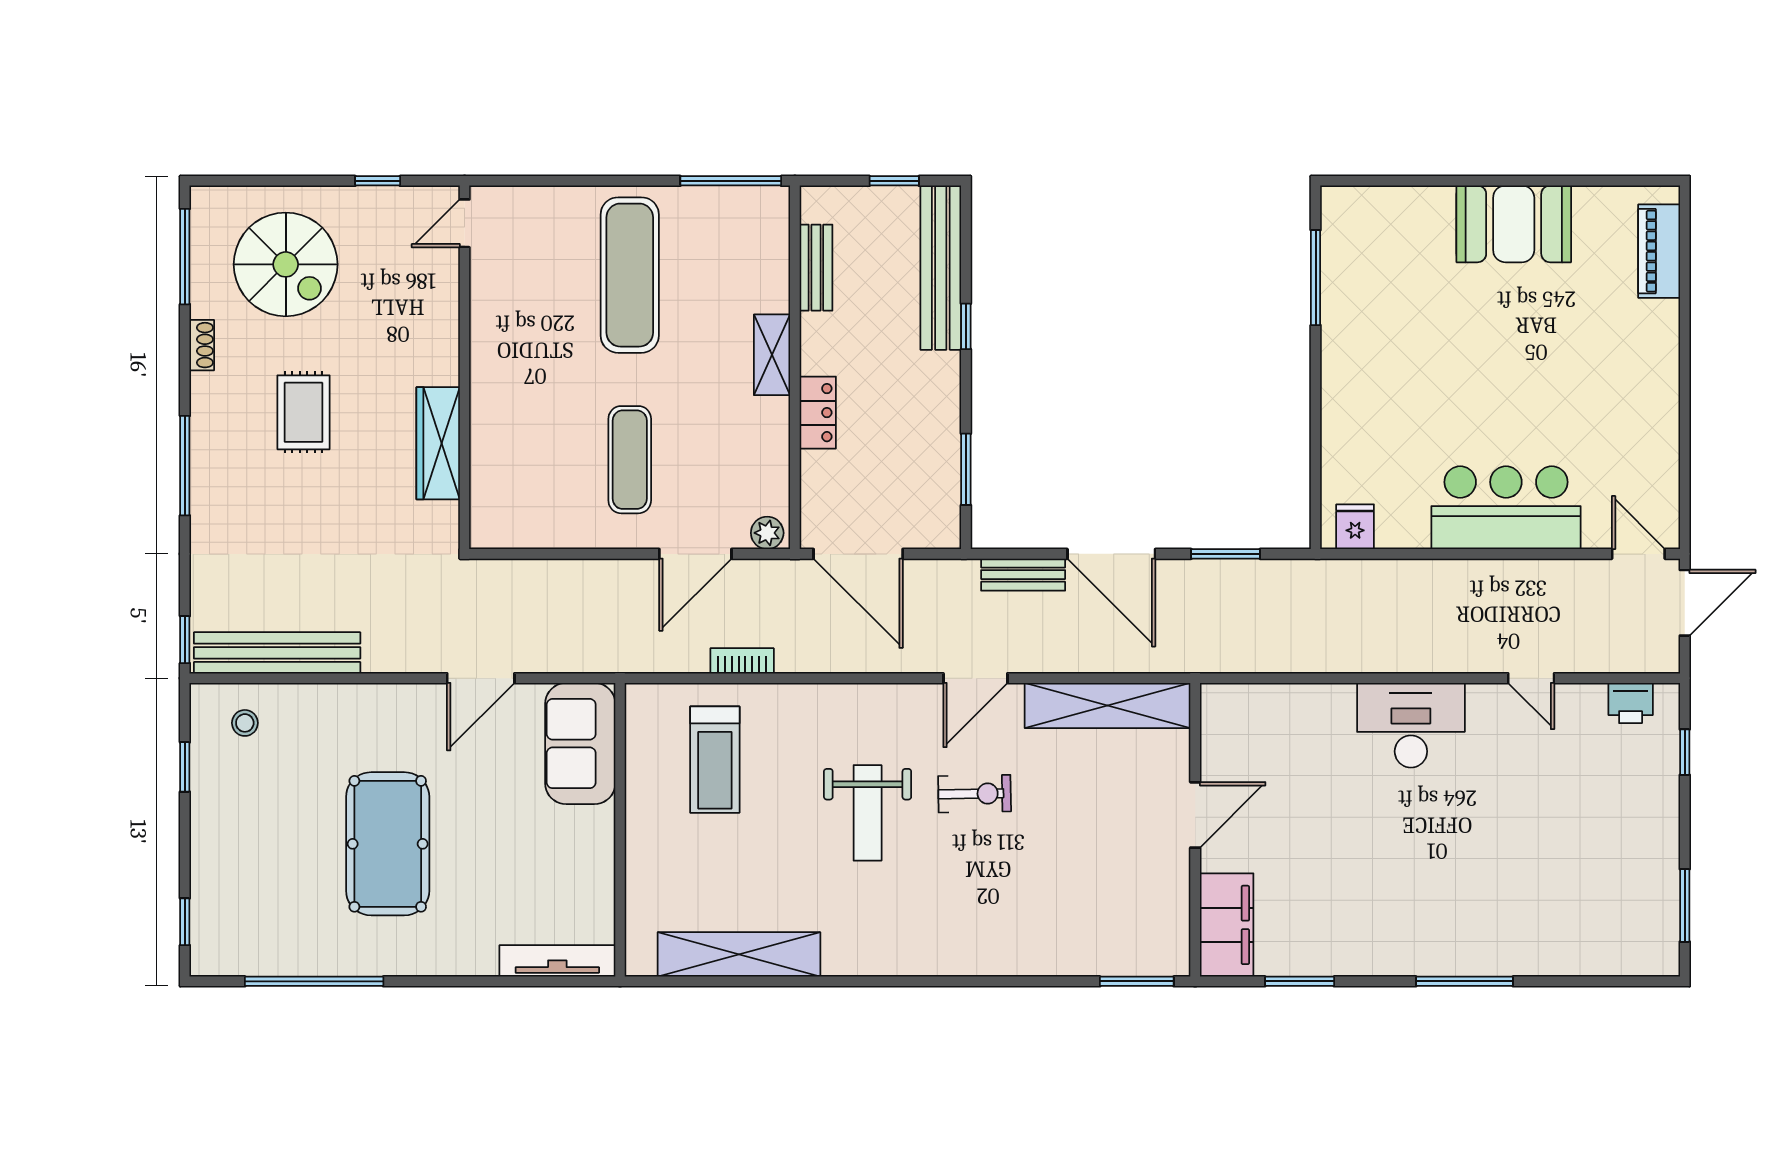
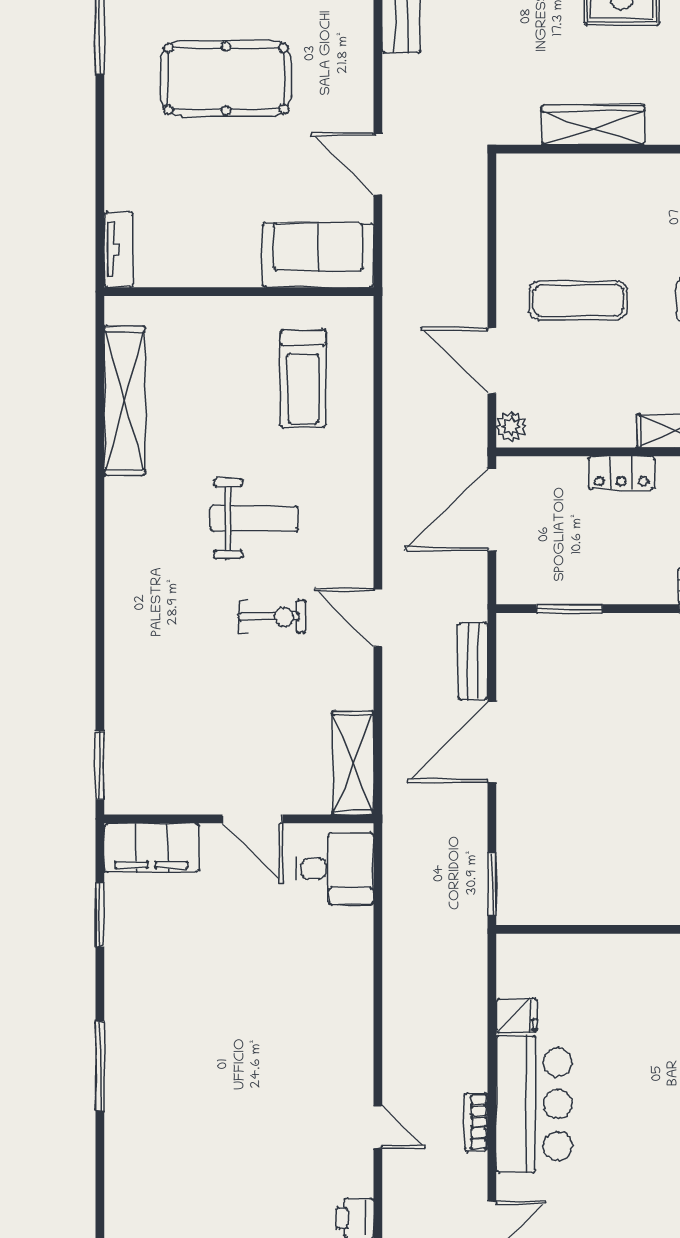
fridge: (1355, 527) -> (517, 1015), moved
window: (1226, 554) -> (492, 885), moved
bookcase: (742, 661) -> (476, 1122), moved, turned 180
door: (1531, 678) -> (378, 1127), swing flipped
shelving: (1108, 705) -> (353, 763), width x0.68
desk: (1411, 725) -> (335, 869), moved, width x0.73
treadmill: (715, 760) -> (303, 379), turned -90
exercise bike: (975, 794) -> (272, 617), turned -89
weight bench: (868, 813) -> (254, 519), turned 180
tv unit: (557, 961) -> (119, 250), width x0.71

